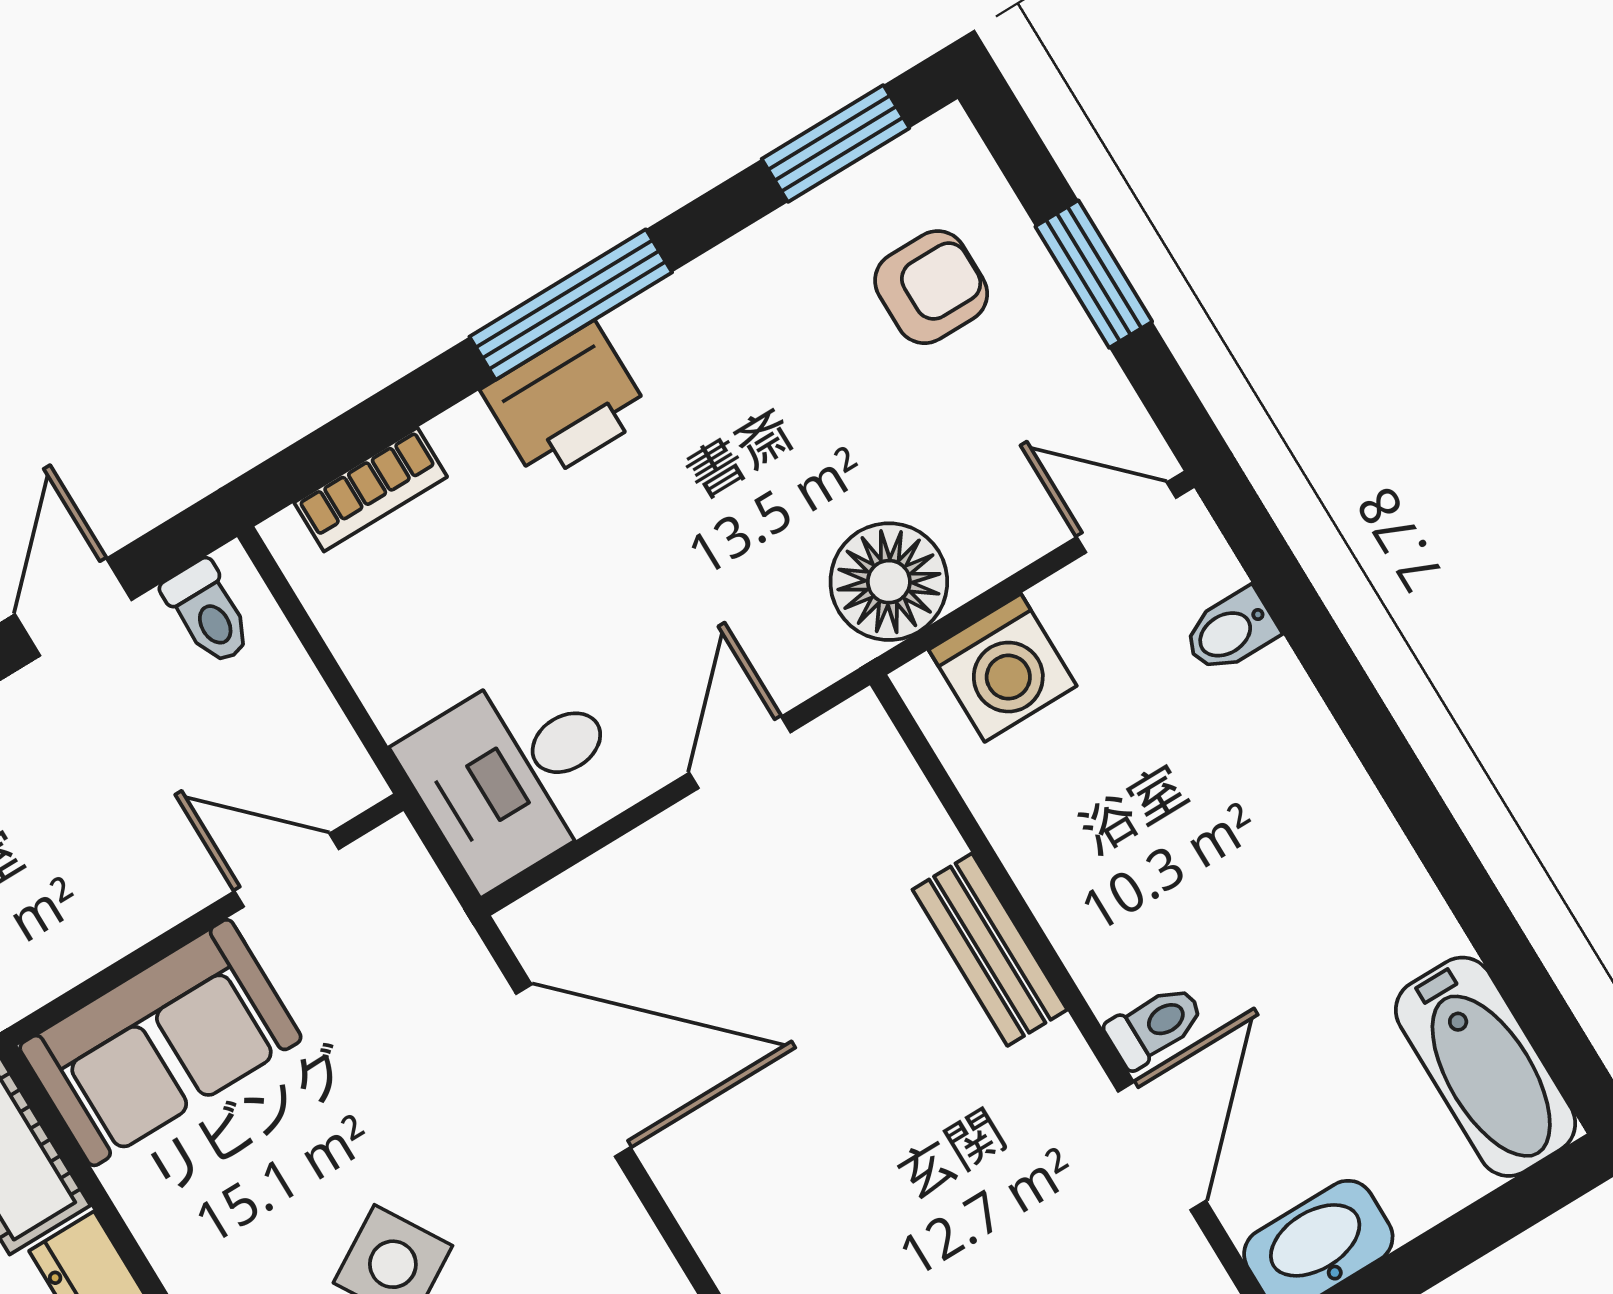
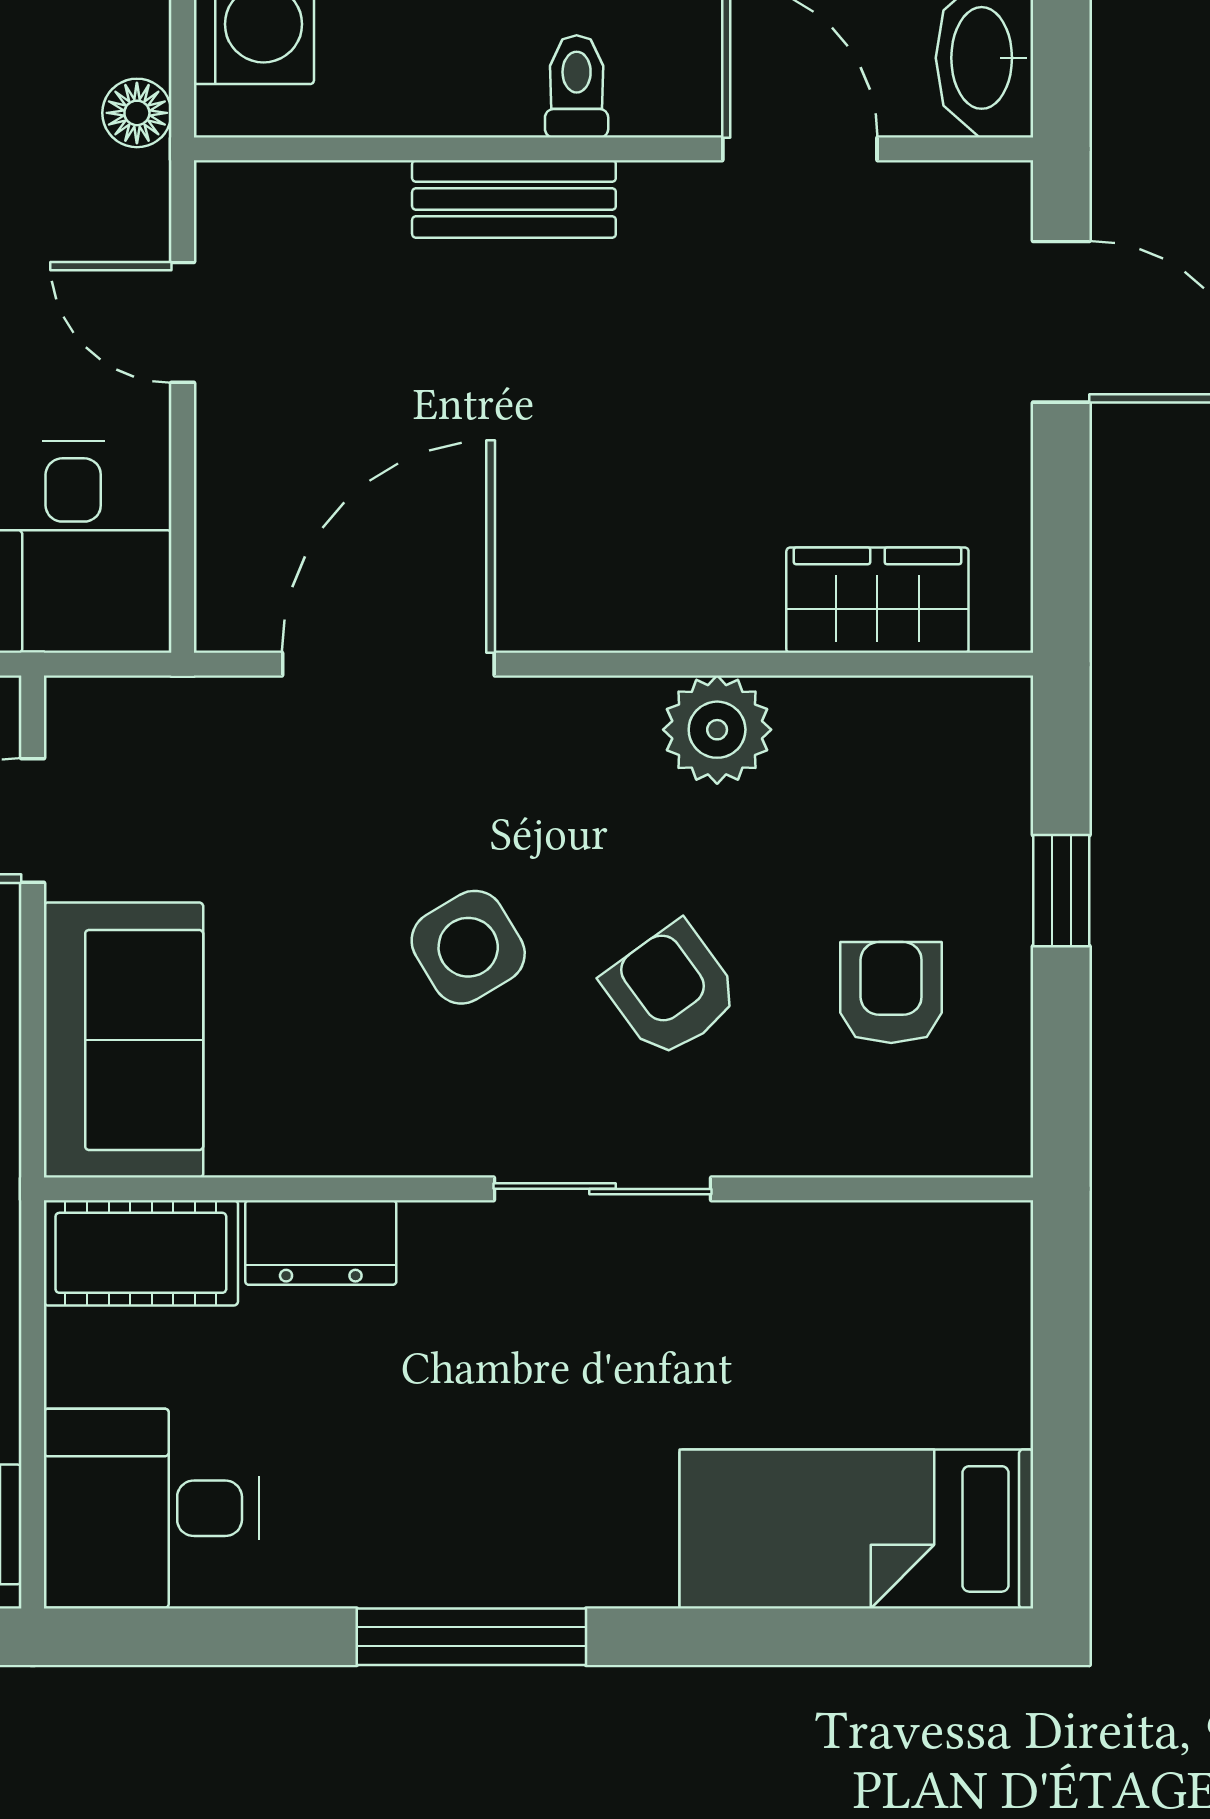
floor lamp: (889, 582) -> (137, 113), width x0.53, depth x0.53
toilet: (1155, 1026) -> (577, 86), moved

